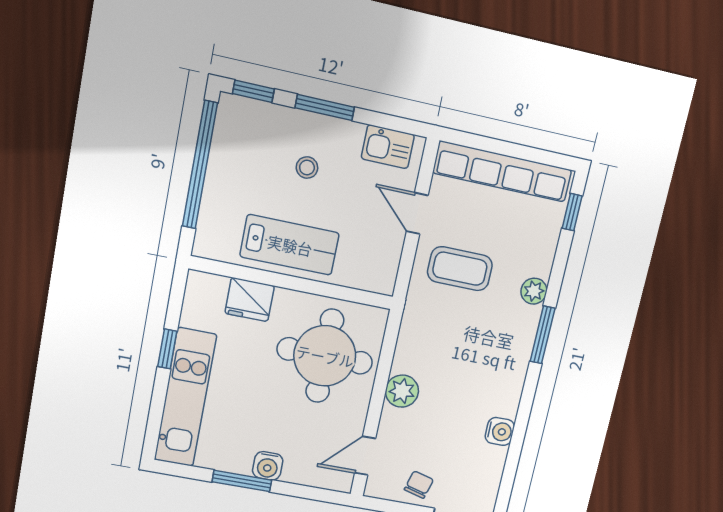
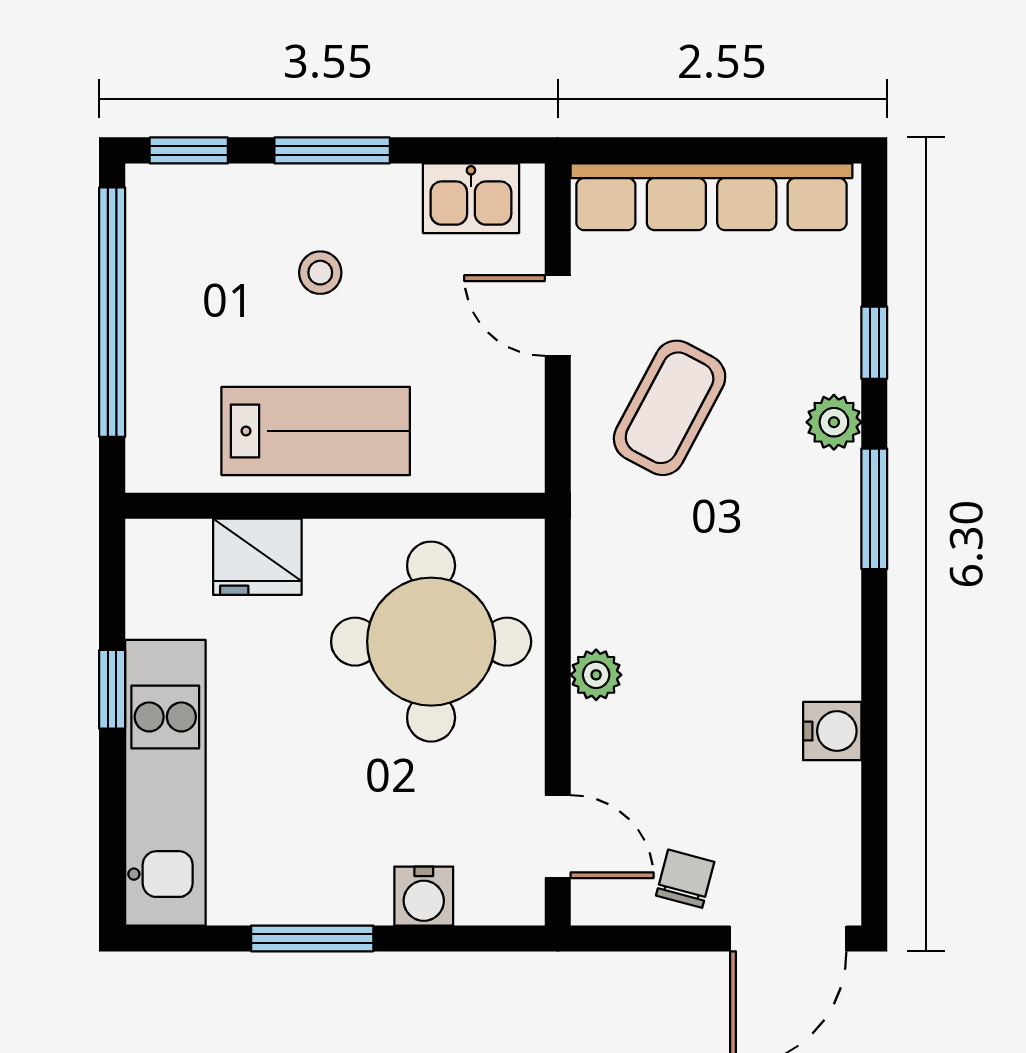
window: (572, 212) -> (874, 343), moved
coffee table: (460, 269) -> (670, 408), turned -62
plant: (402, 391) -> (596, 675), width x0.73, depth x0.73
door: (365, 456) -> (558, 837), swing flipped
water cooler: (268, 466) -> (424, 896), moved

